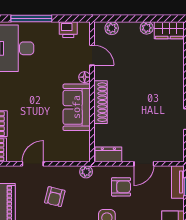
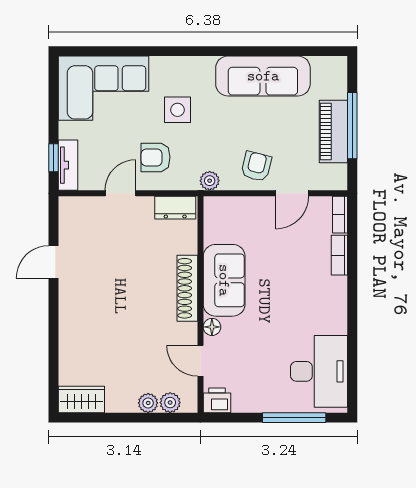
plant: (147, 28) -> (148, 403), moved
printer: (68, 30) -> (217, 400), moved
armchair: (55, 197) -> (256, 166), moved

